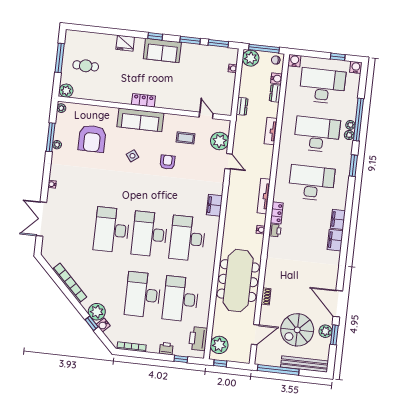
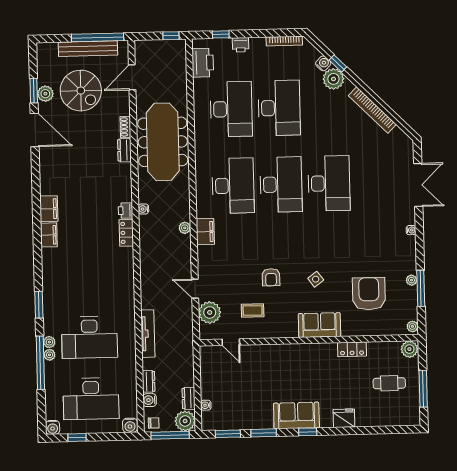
locker: (143, 100) -> (352, 349), moved
dresser: (242, 106) -> (189, 398), moved
sofa: (140, 120) -> (319, 325), width x0.73
tv unit: (271, 131) -> (148, 334), width x1.41
desk: (312, 183) -> (88, 276), removed
tv unit: (264, 196) -> (145, 251), removed
dresser: (269, 278) -> (124, 150), added
spiral stairs: (297, 330) -> (81, 91), turned 90
plant: (219, 345) -> (185, 228), moved, width x0.53, depth x0.53
bench: (305, 364) -> (88, 49), moved

